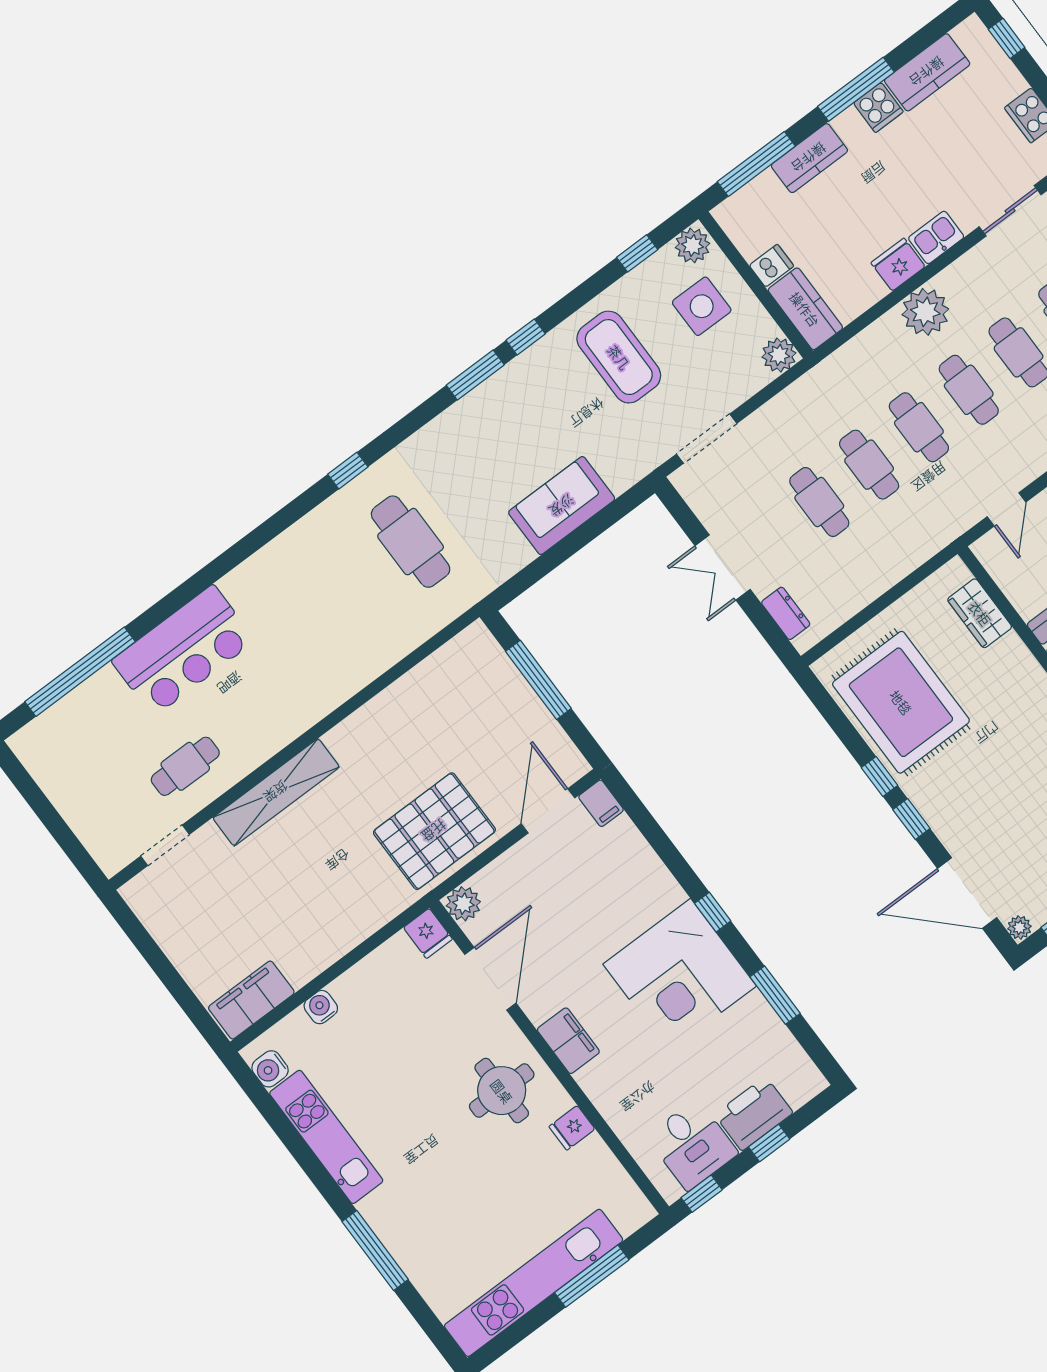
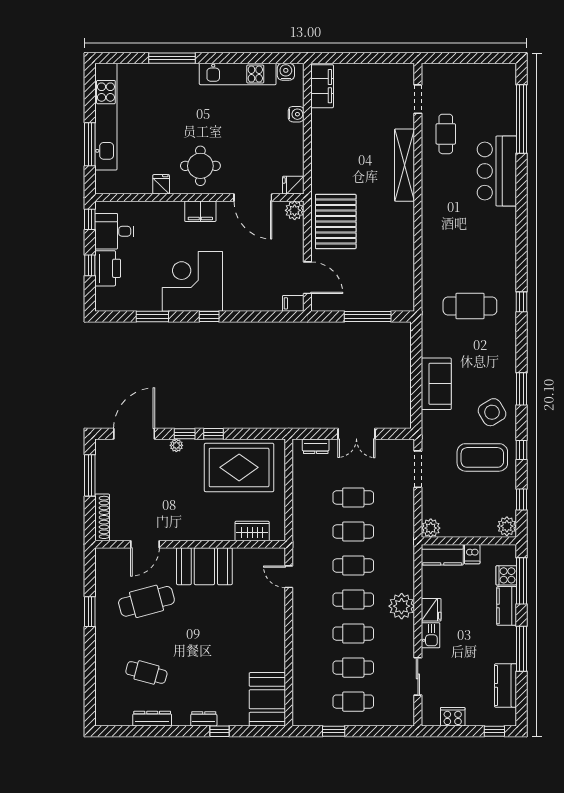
cooker: (878, 107) -> (506, 575), moved
side table: (702, 306) -> (492, 412), moved, turned -31
window: (526, 337) -> (522, 450), moved
double door: (723, 567) -> (356, 434), swing flipped
plant: (1019, 927) -> (176, 445), moved

